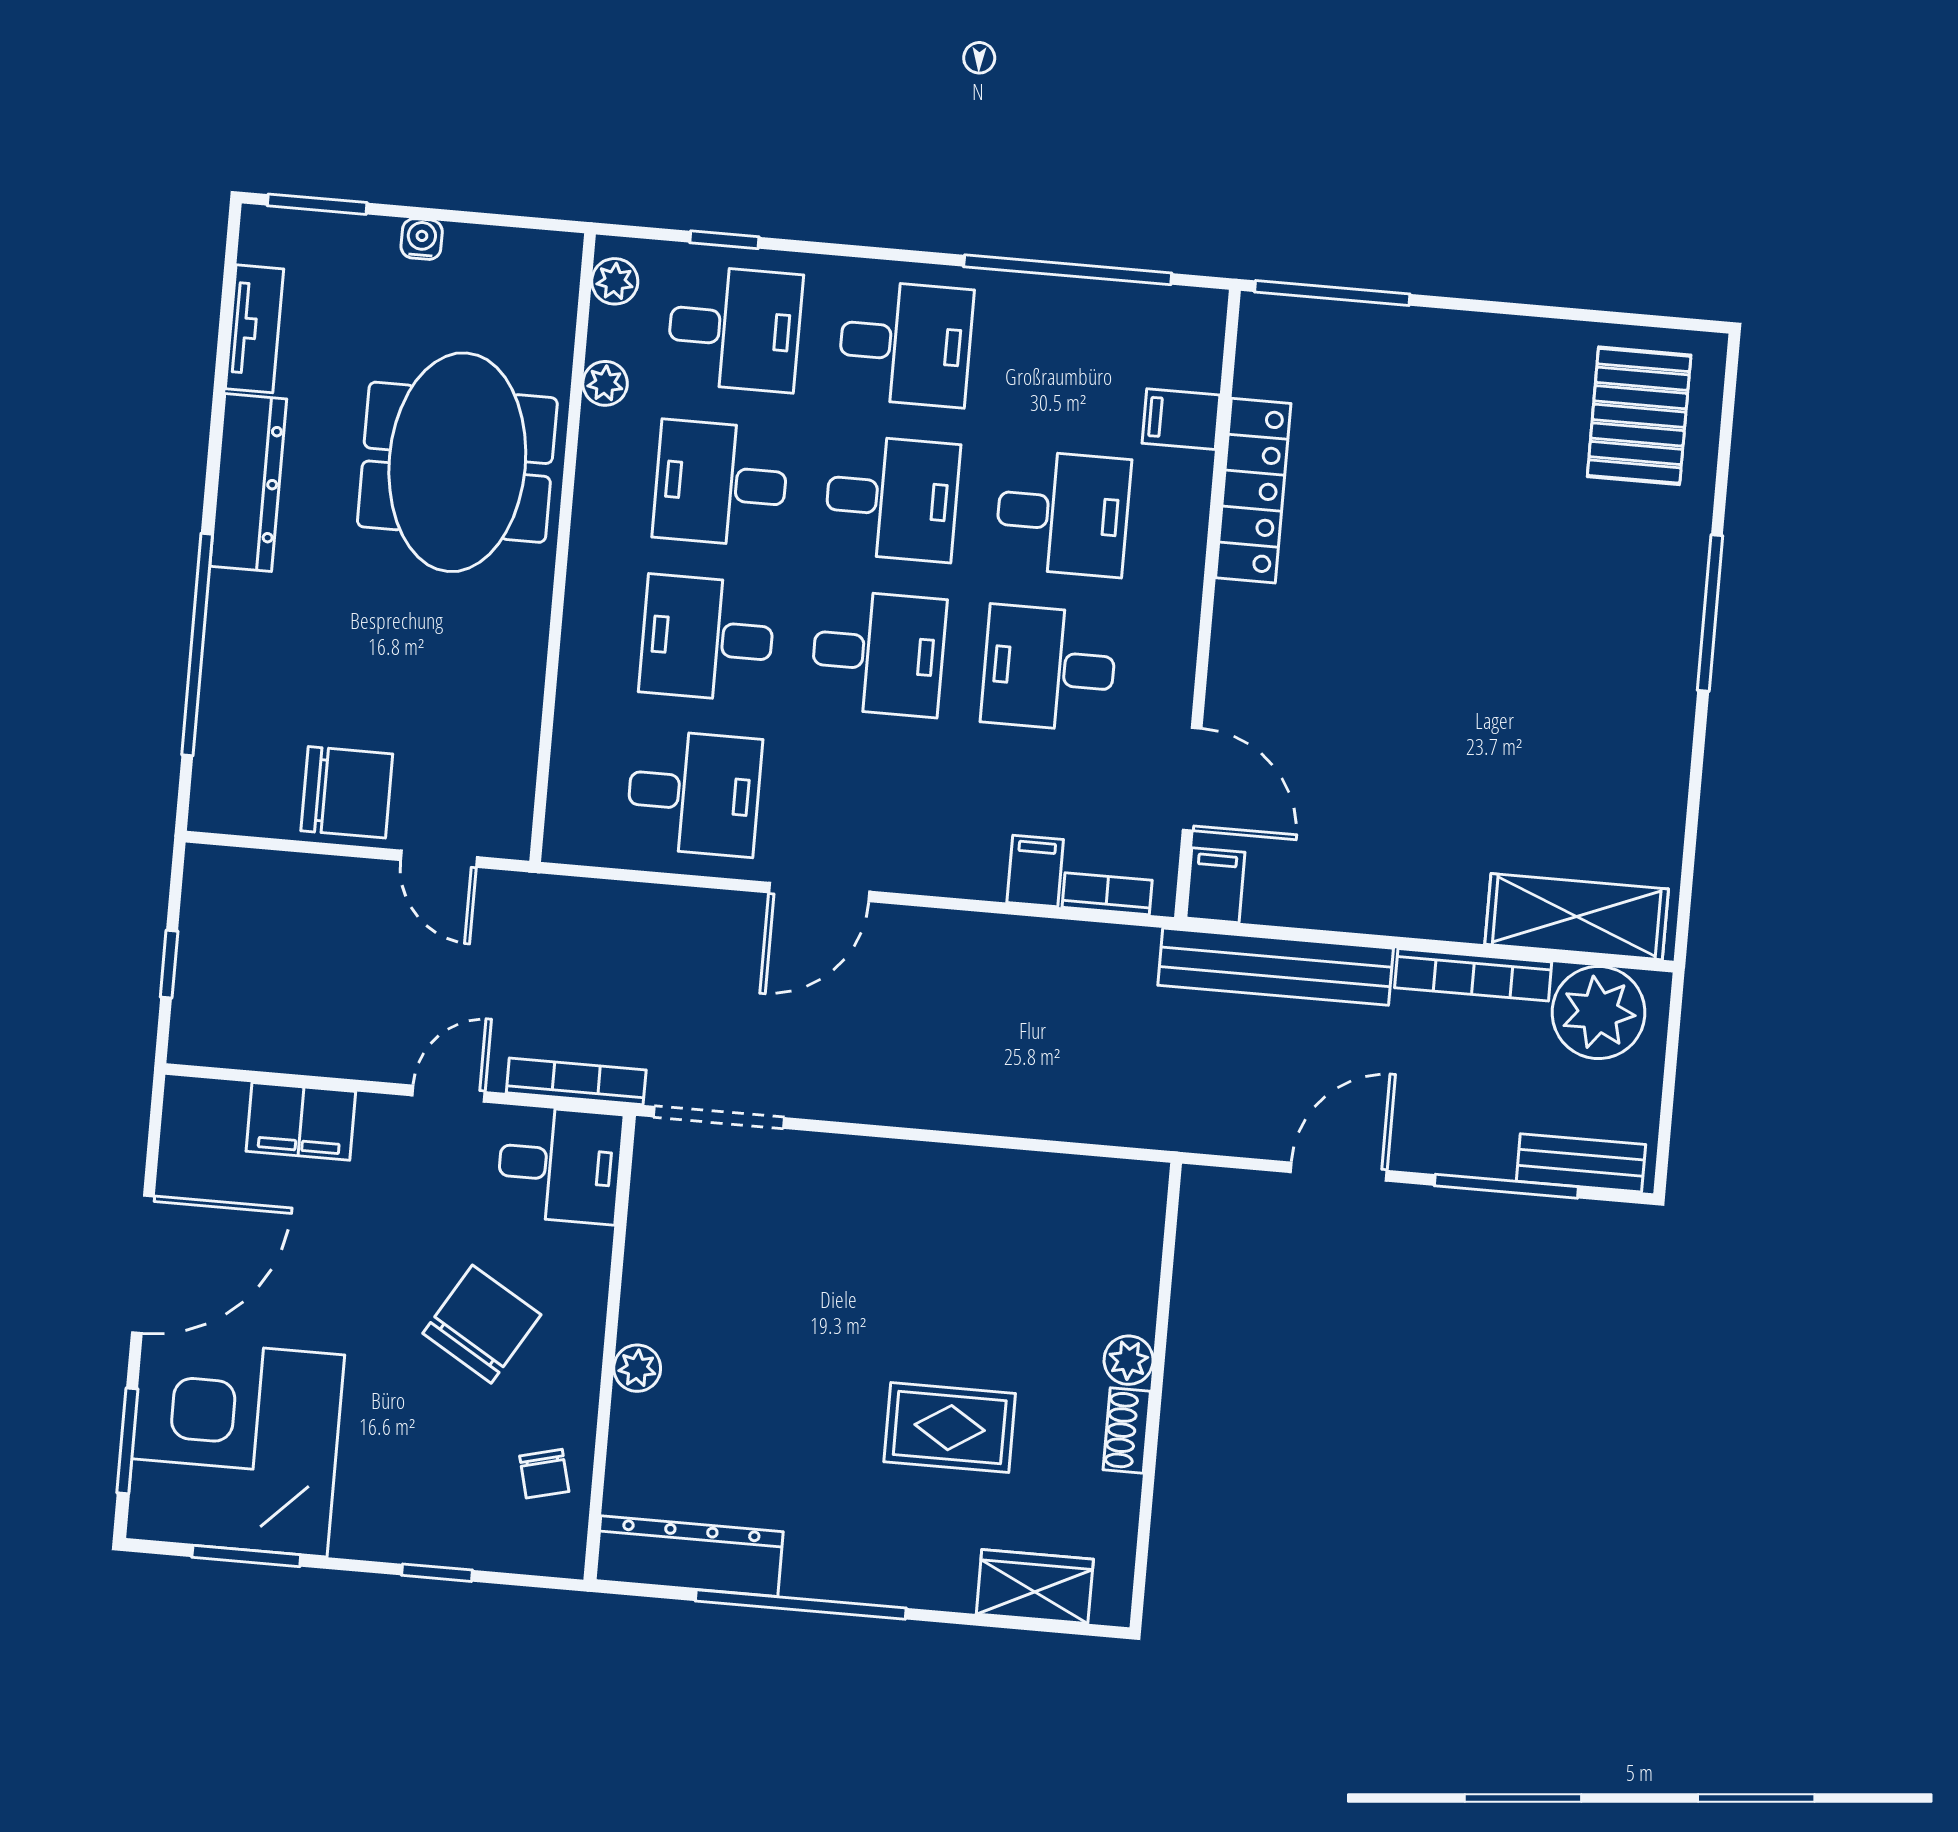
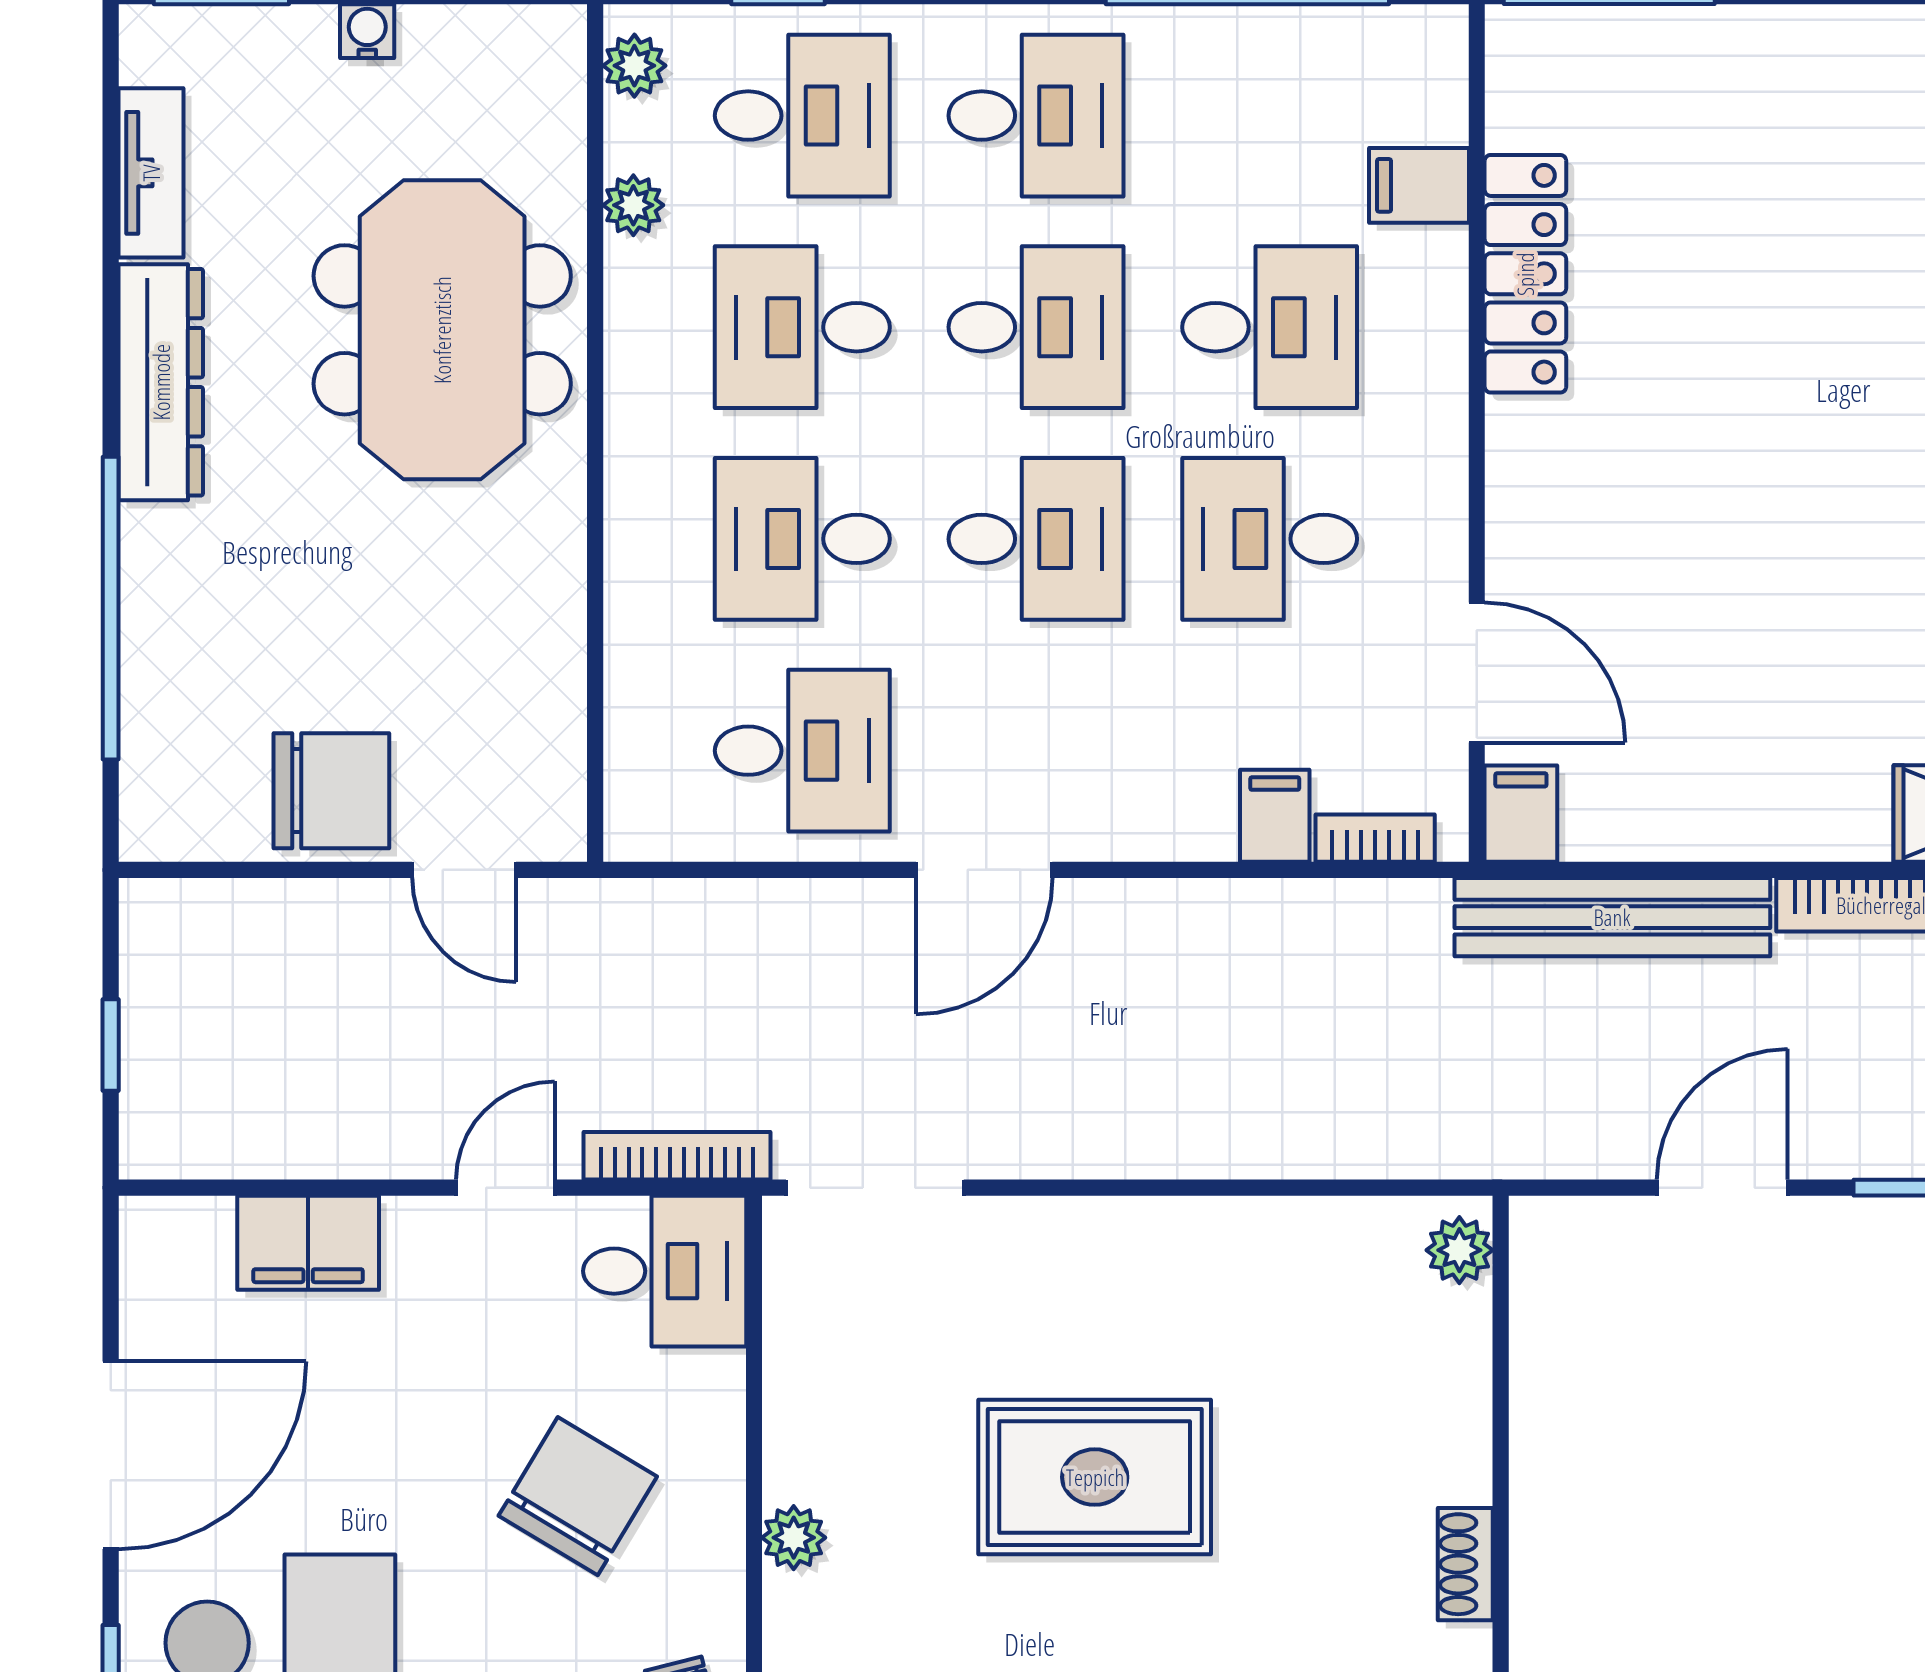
plant: (1129, 1360) -> (1459, 1250), moved
rug: (950, 1428) -> (1095, 1477), moved, width x1.36, depth x1.43

